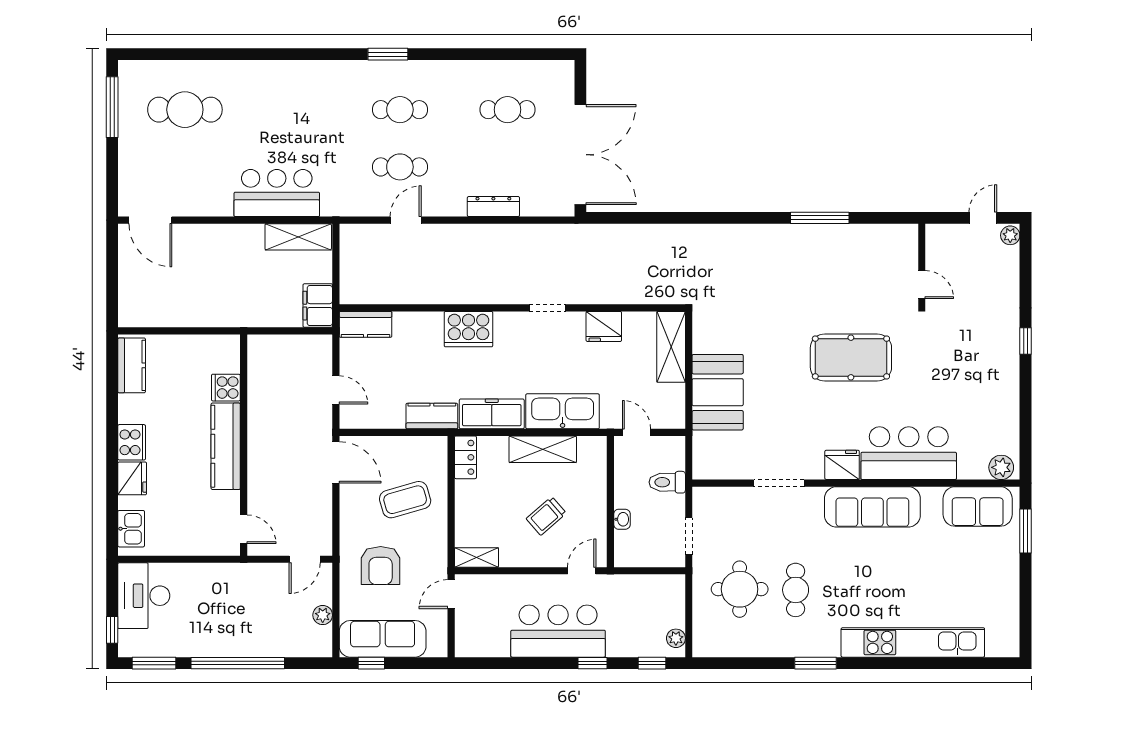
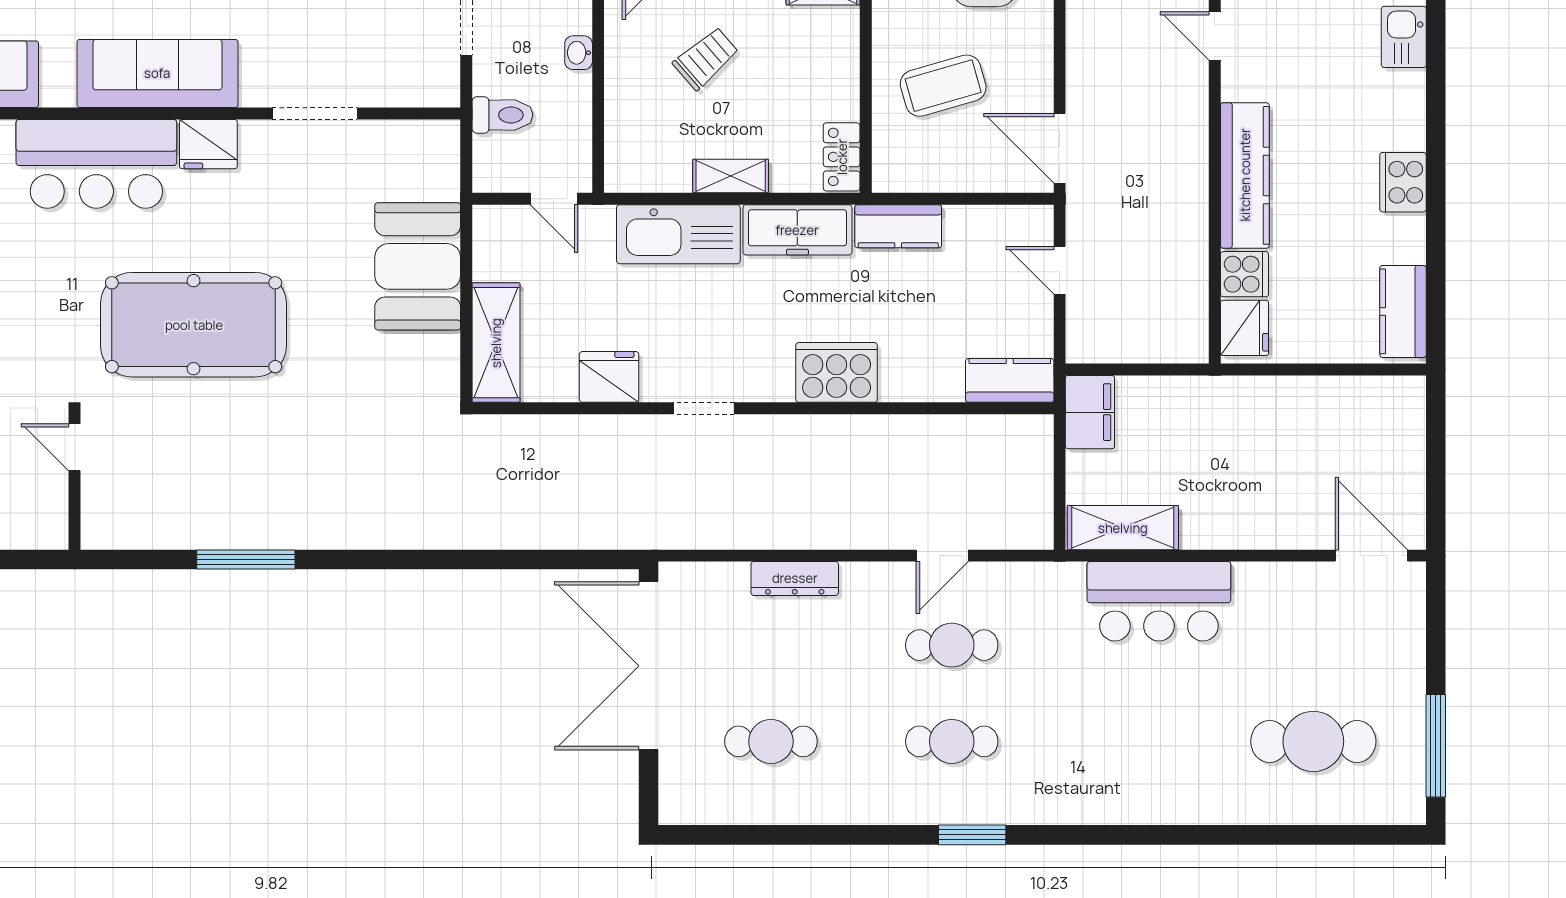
pool table: (851, 357) -> (194, 325), width x1.36, depth x1.32
shelving: (543, 449) -> (731, 176), width x0.67, depth x0.75
fridge: (132, 478) -> (1245, 328), moved, turned 180

